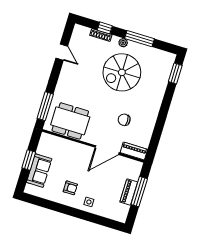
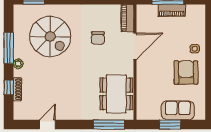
spiral stairs: (122, 72) -> (50, 36), moved
door: (107, 150) -> (135, 46), hinge flipped
armchair: (70, 188) -> (186, 72), width x1.88, depth x1.88

